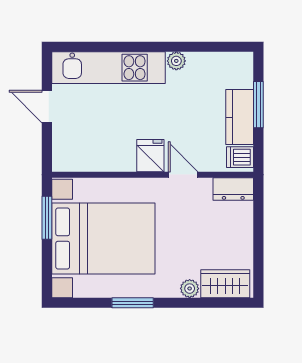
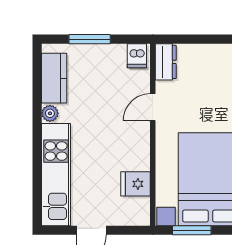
kitchen counter: (240, 117) -> (54, 78), moved, turned -90
fridge: (150, 156) -> (136, 184), moved

